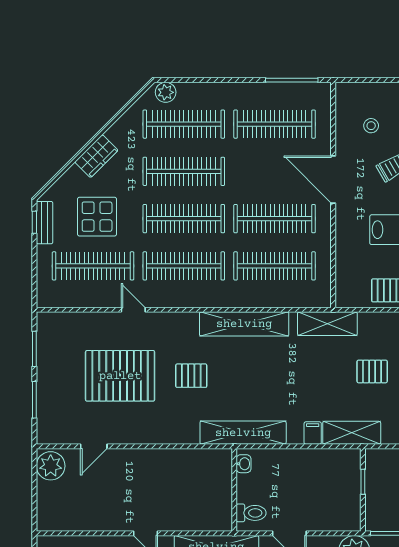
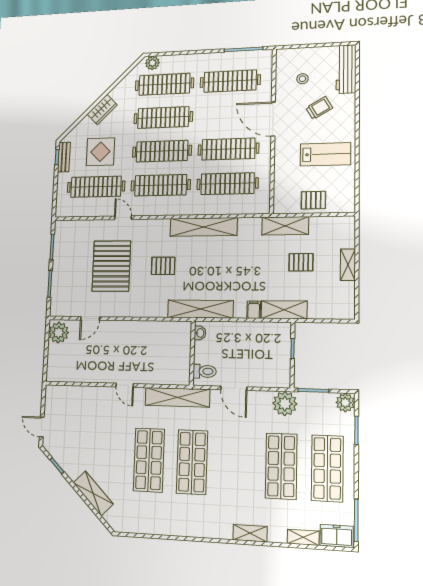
shelving: (327, 324) -> (285, 226), moved
pallet: (120, 376) -> (111, 266), turned 90

